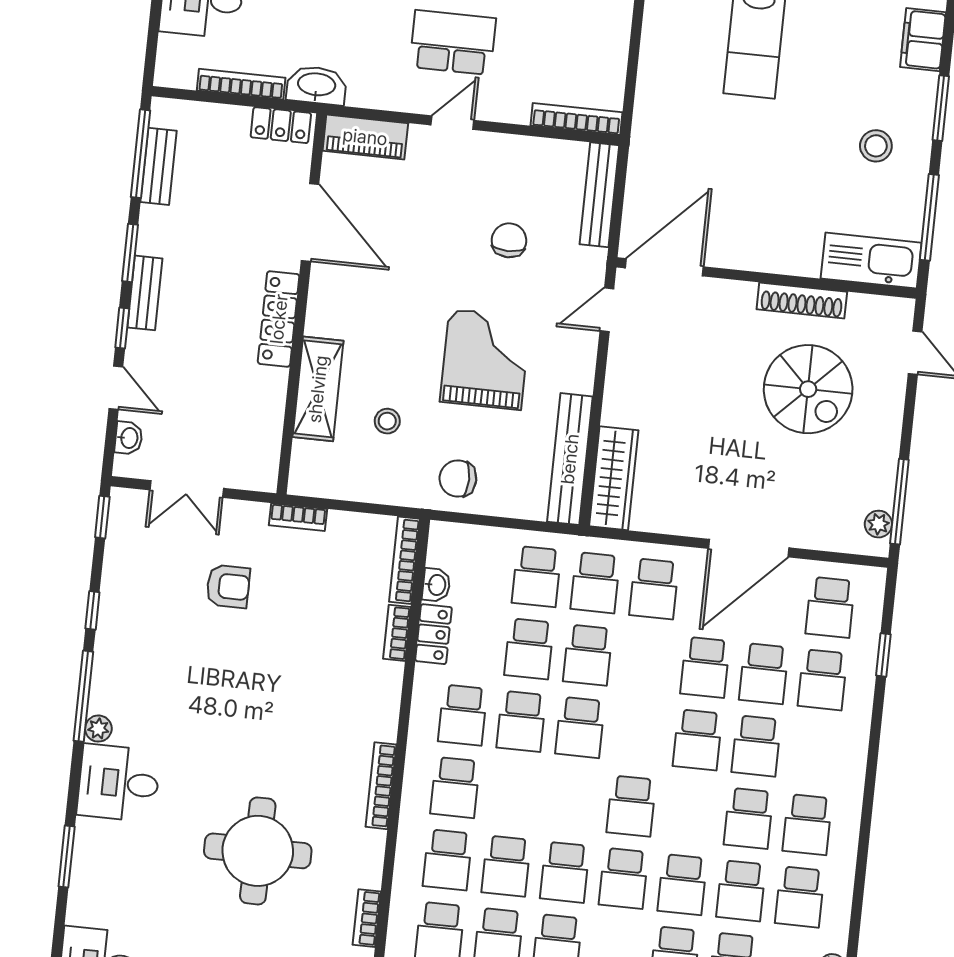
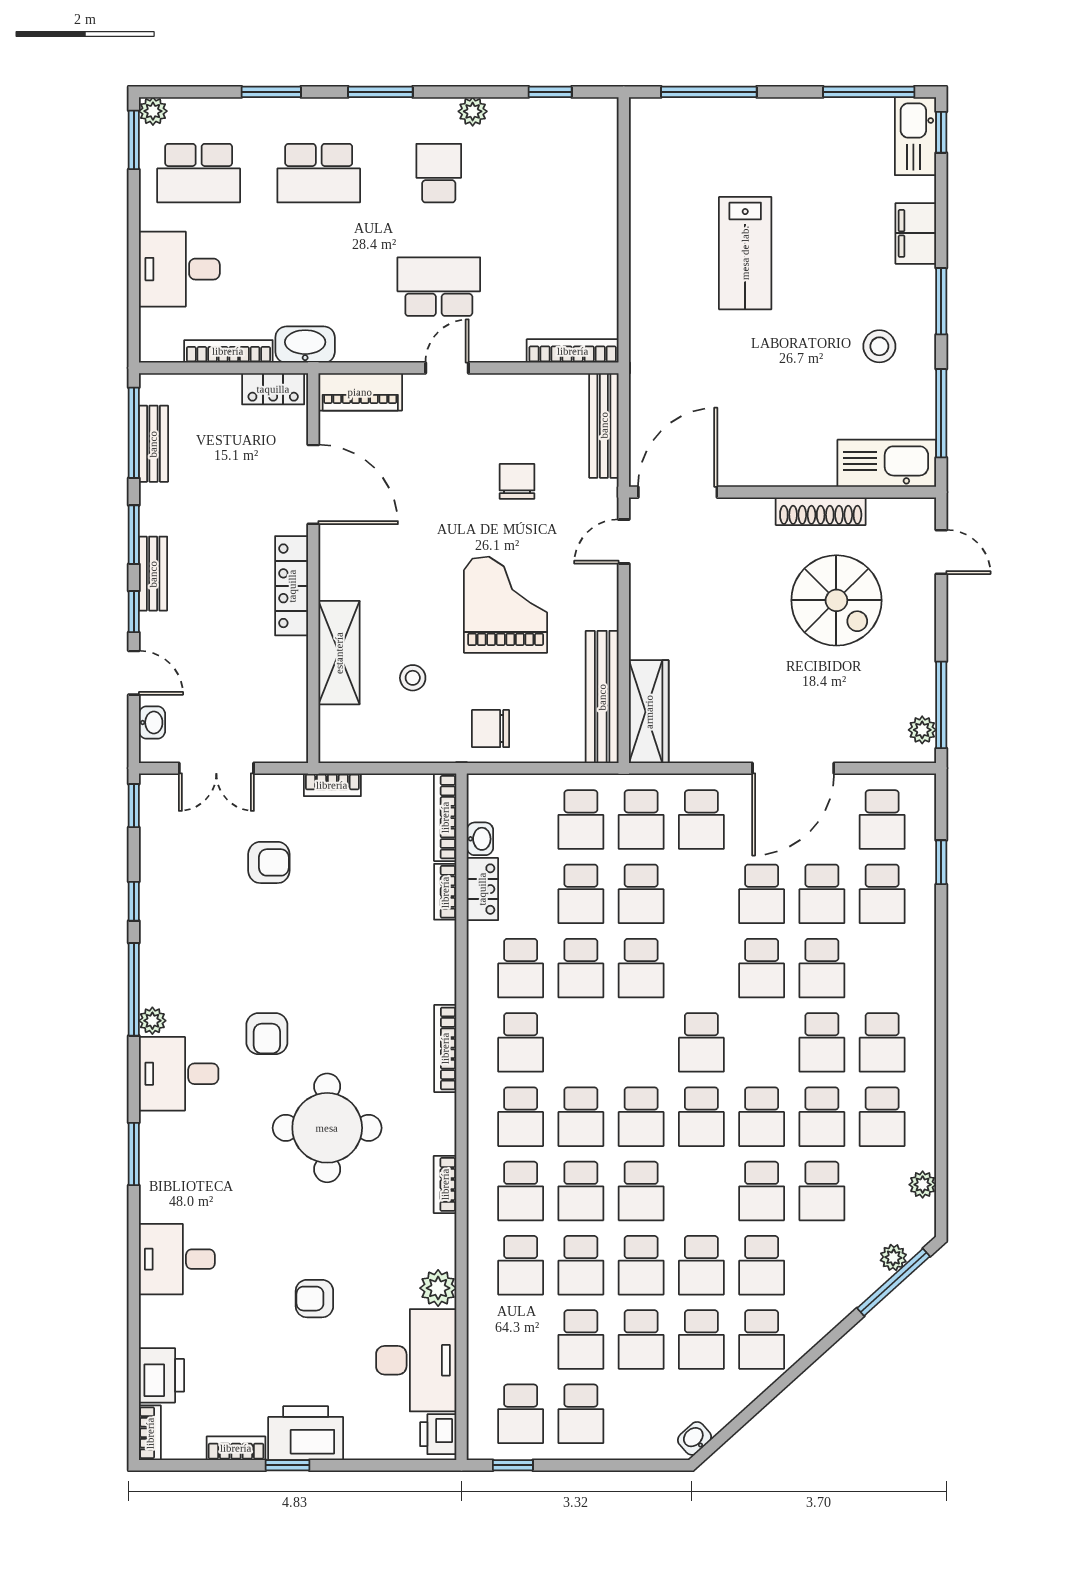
armchair: (209, 753) -> (267, 1034), added

